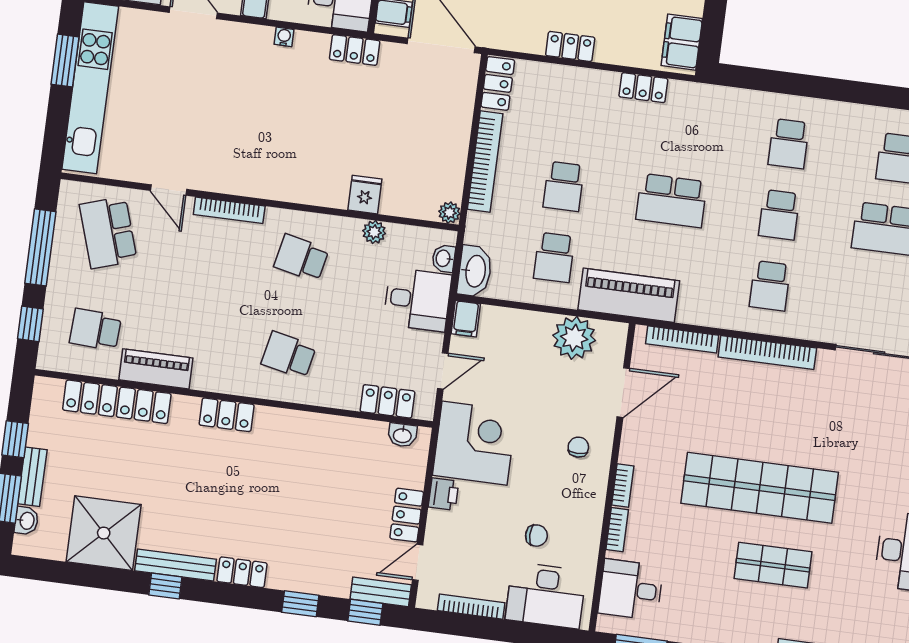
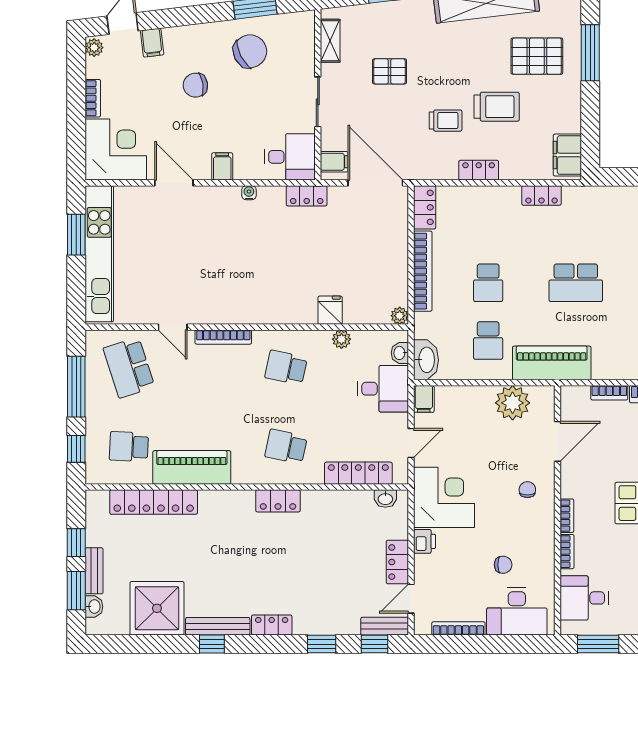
bookcase: (682, 339) -> (609, 393), width x0.64
piano: (156, 369) -> (192, 467), width x1.37, depth x1.33
locker: (387, 401) -> (358, 473), width x1.53
locker: (227, 415) -> (278, 501), moved

